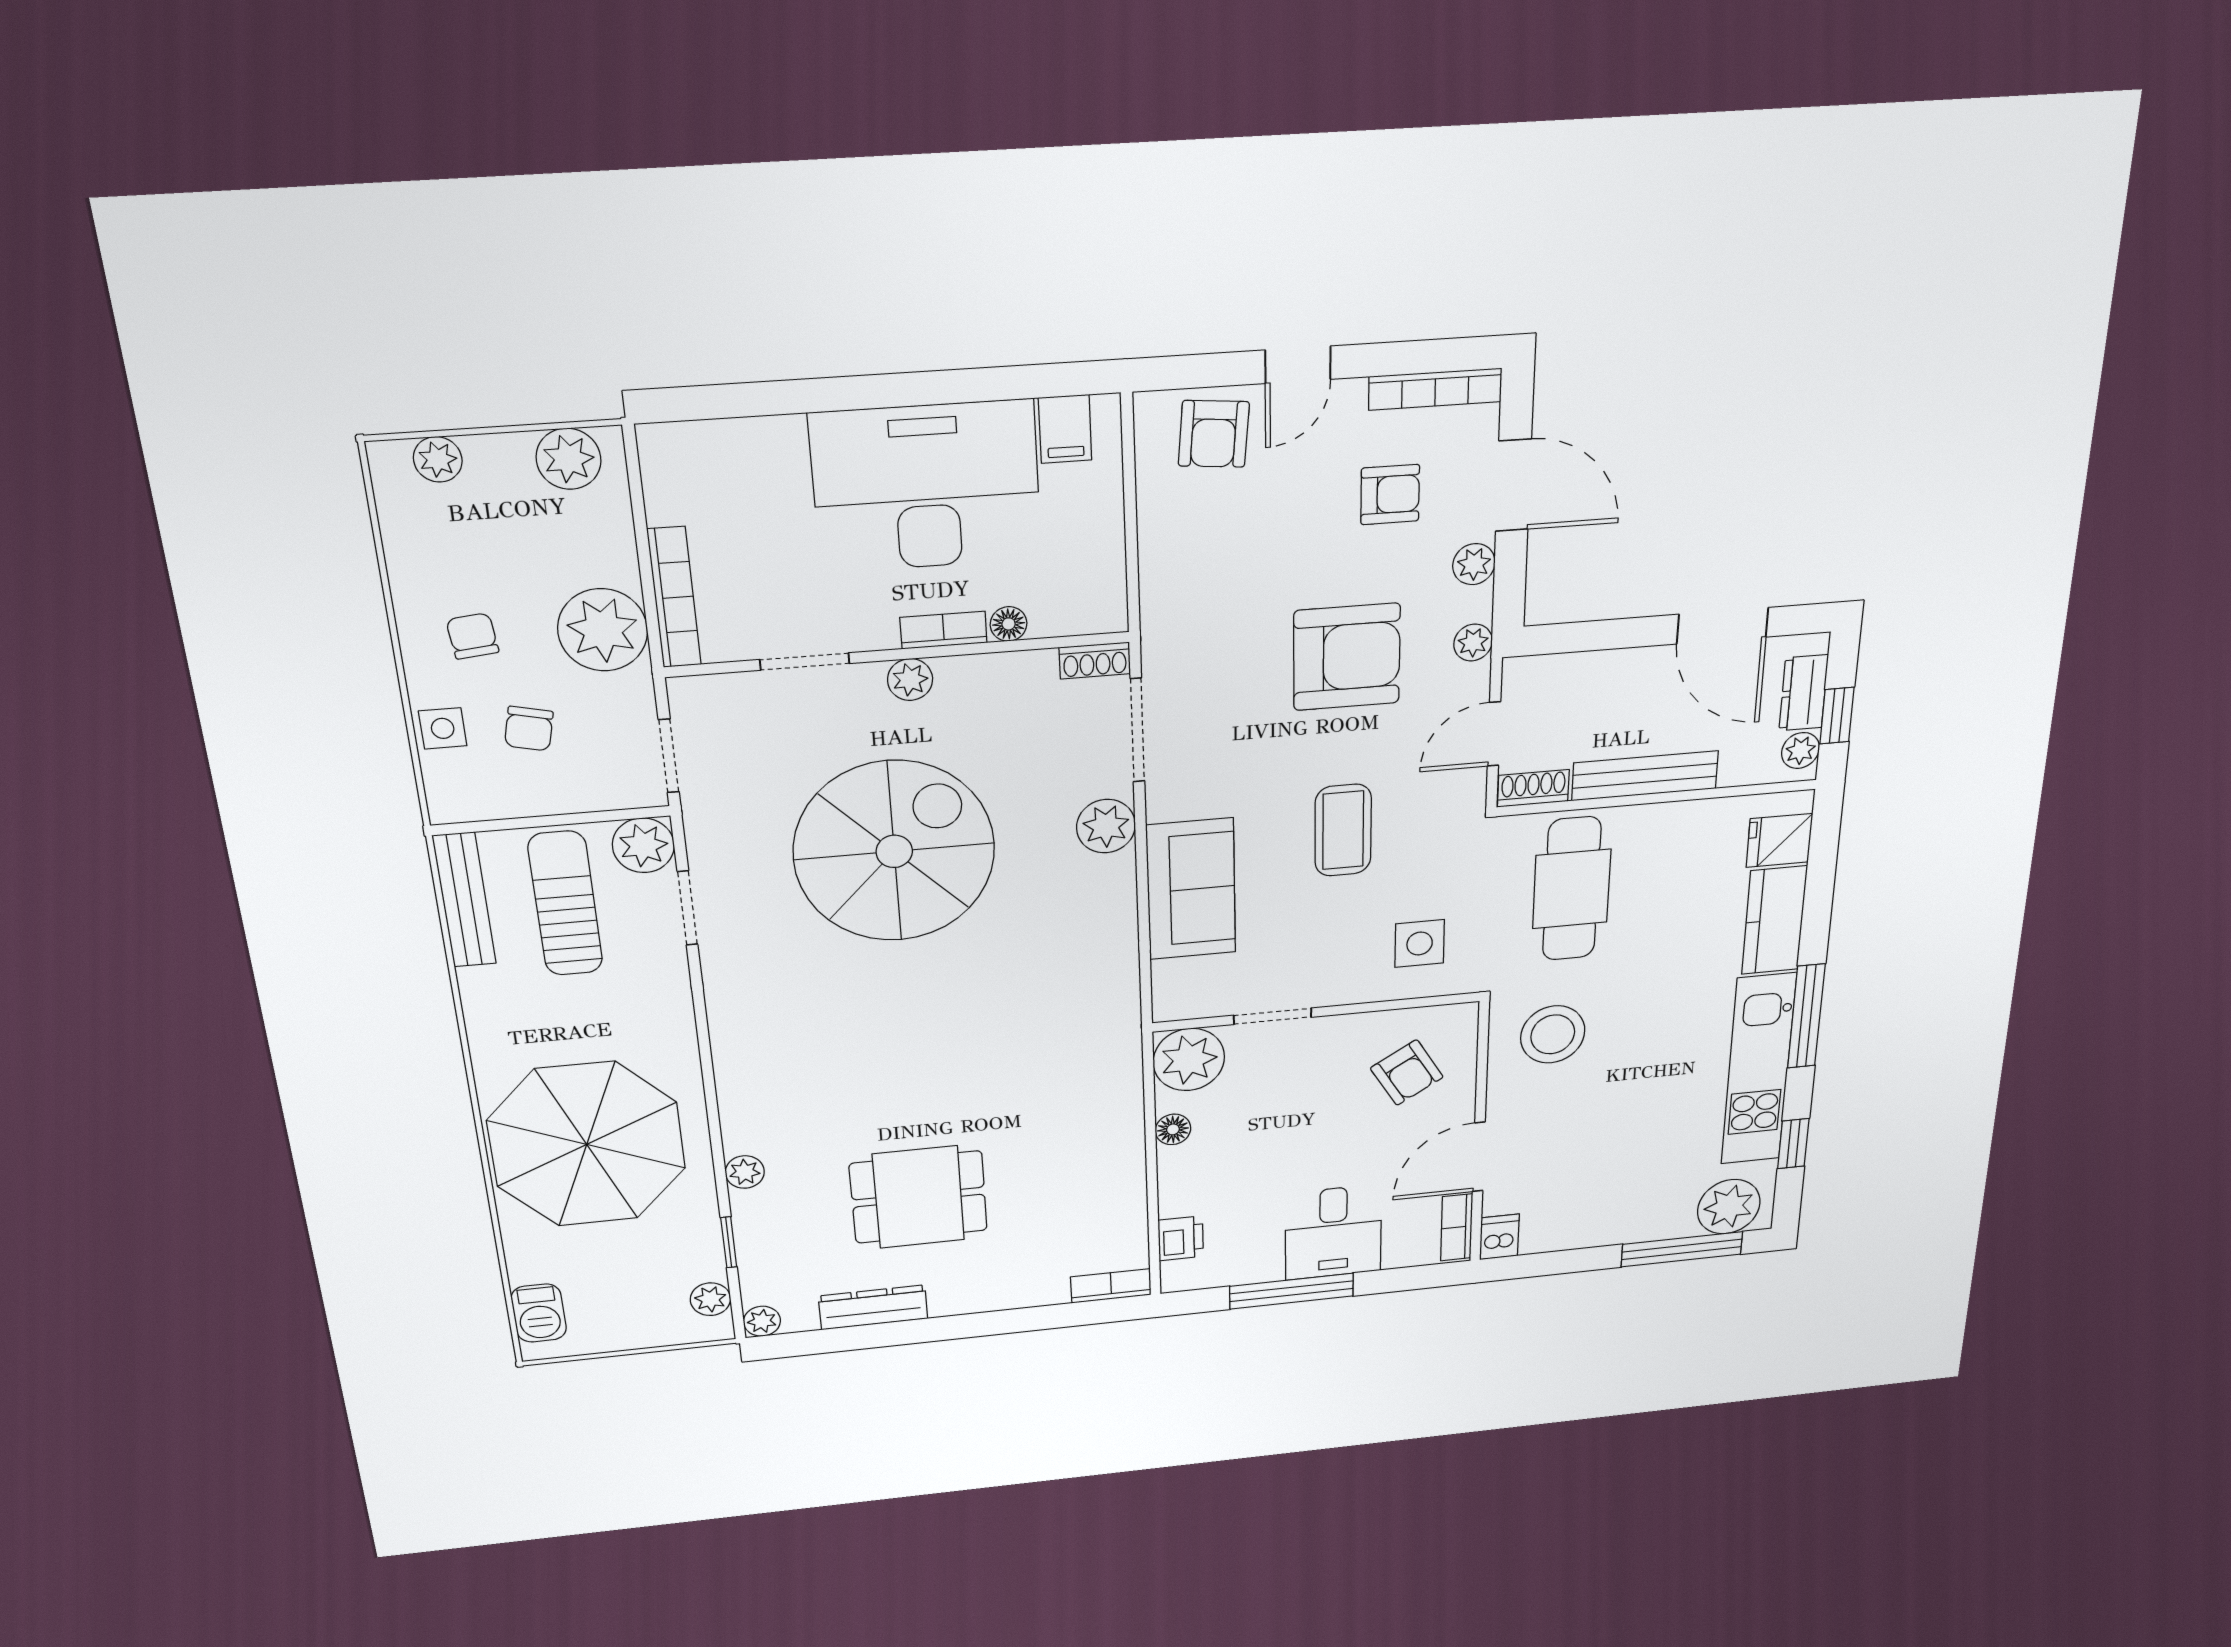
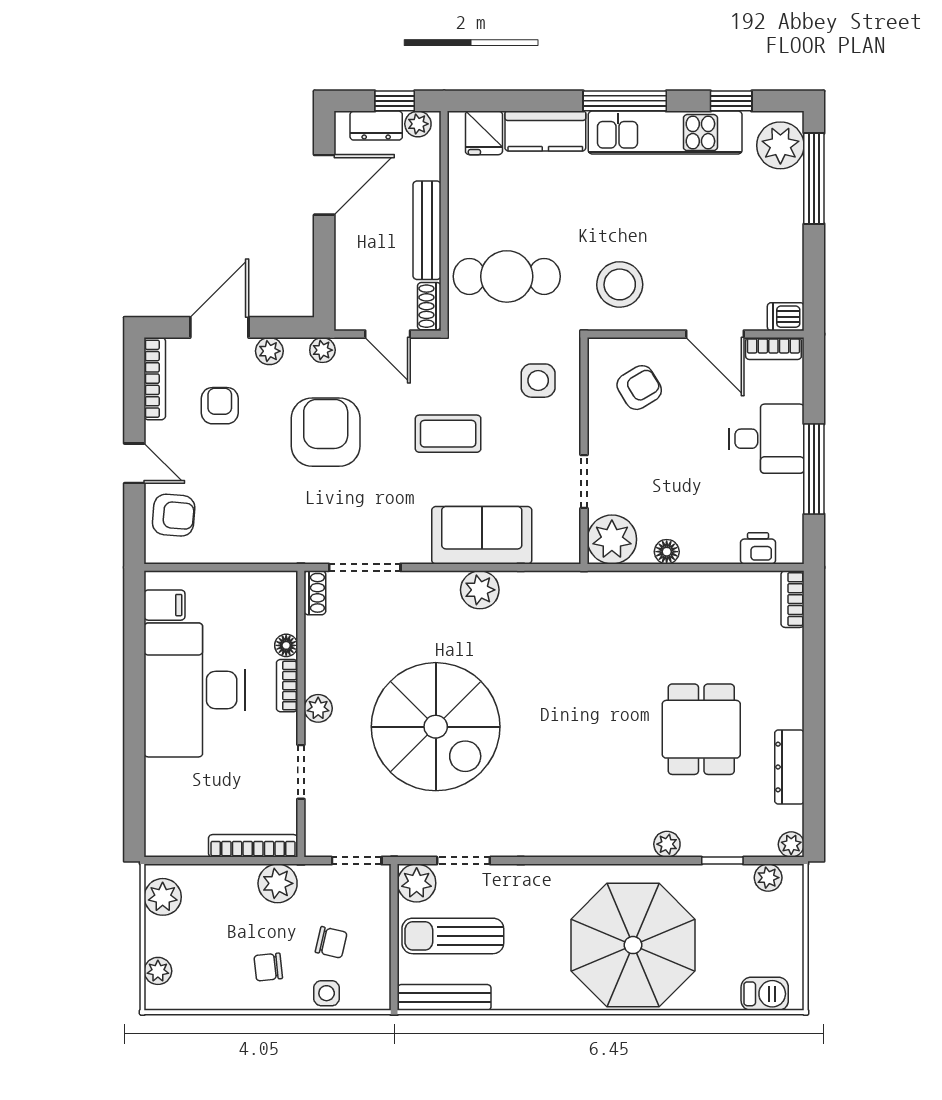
plant: (603, 630) -> (278, 883), width x0.73, depth x0.73
plant: (1106, 826) -> (480, 590), moved
spiral stairs: (894, 851) -> (436, 727), turned 180

